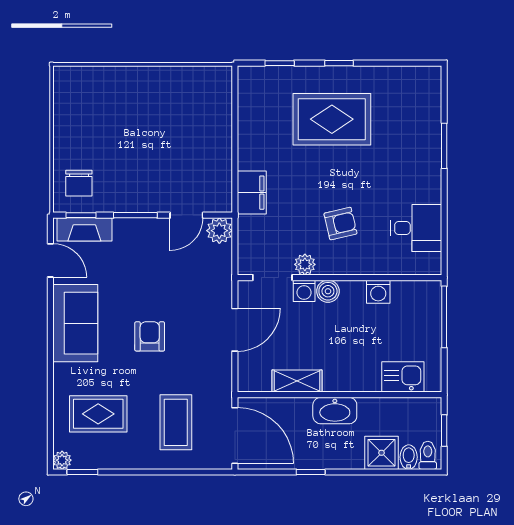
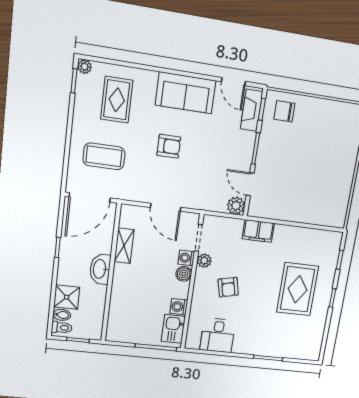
door: (50, 260) -> (233, 82), hinge flipped
kitchen sink: (403, 377) -> (173, 329), moved, turned 180

